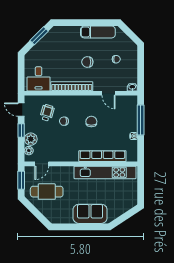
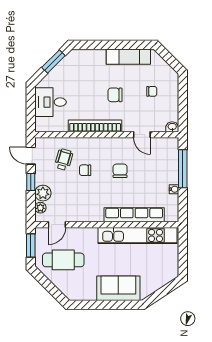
desk: (39, 79) -> (50, 102), moved, turned 90

